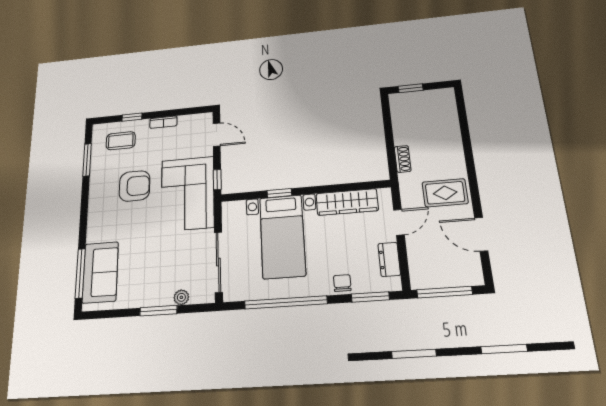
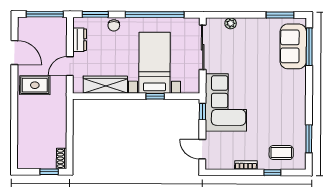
shoe rack: (403, 159) -> (62, 158), moved
armchair: (135, 186) -> (268, 113), removed
window: (158, 311) -> (280, 15), moved

